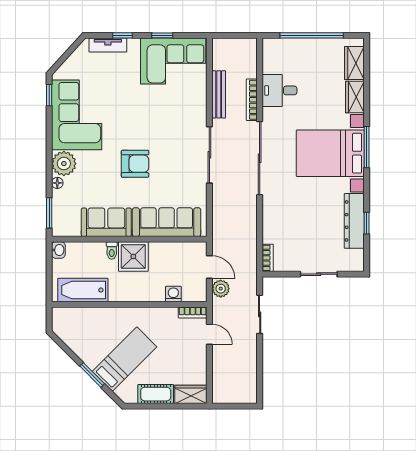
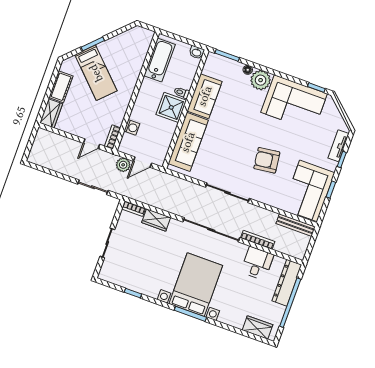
bench: (219, 94) -> (296, 225), moved
wardrobe: (355, 97) -> (156, 220), moved, turned 180
armchair: (135, 164) -> (267, 160), moved, turned 83
dresser: (354, 221) -> (287, 283), moved, turned -90

